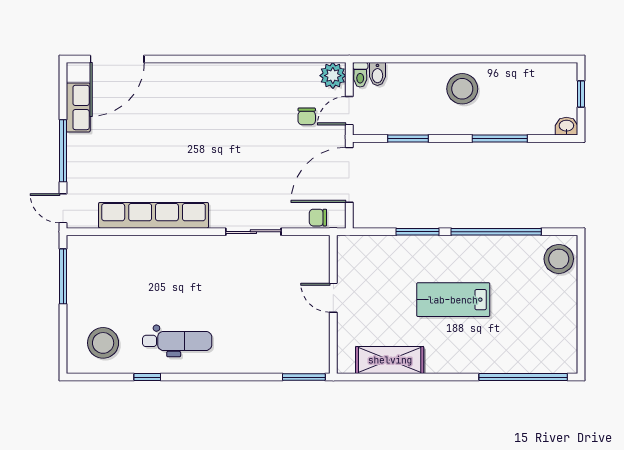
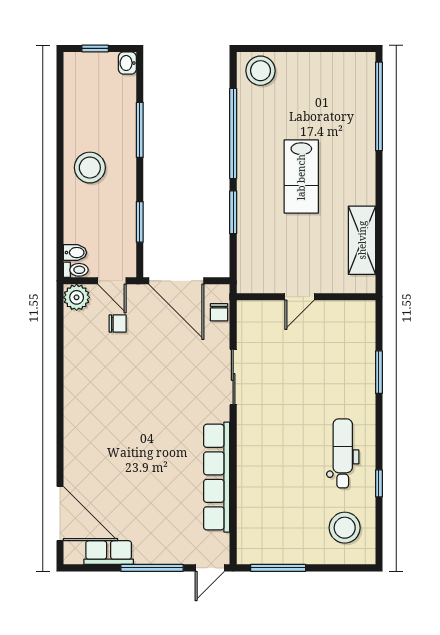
window: (304, 377) -> (379, 372), moved

